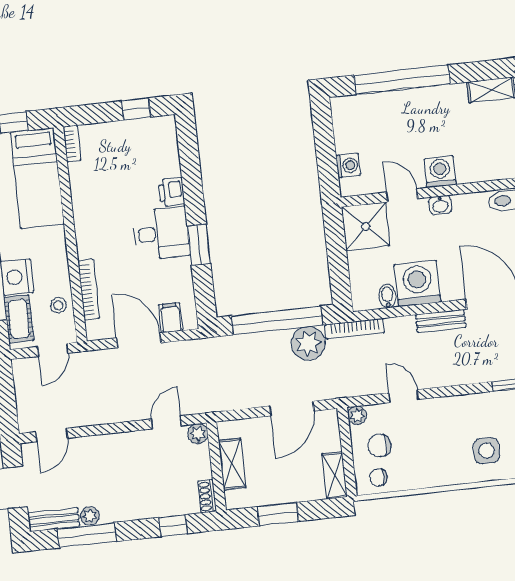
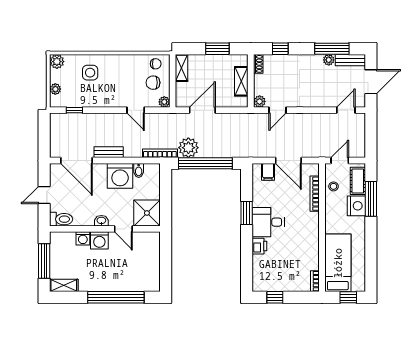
washing machine: (348, 165) -> (83, 238), moved, turned -90
chair: (379, 445) -> (153, 83), turned 180

